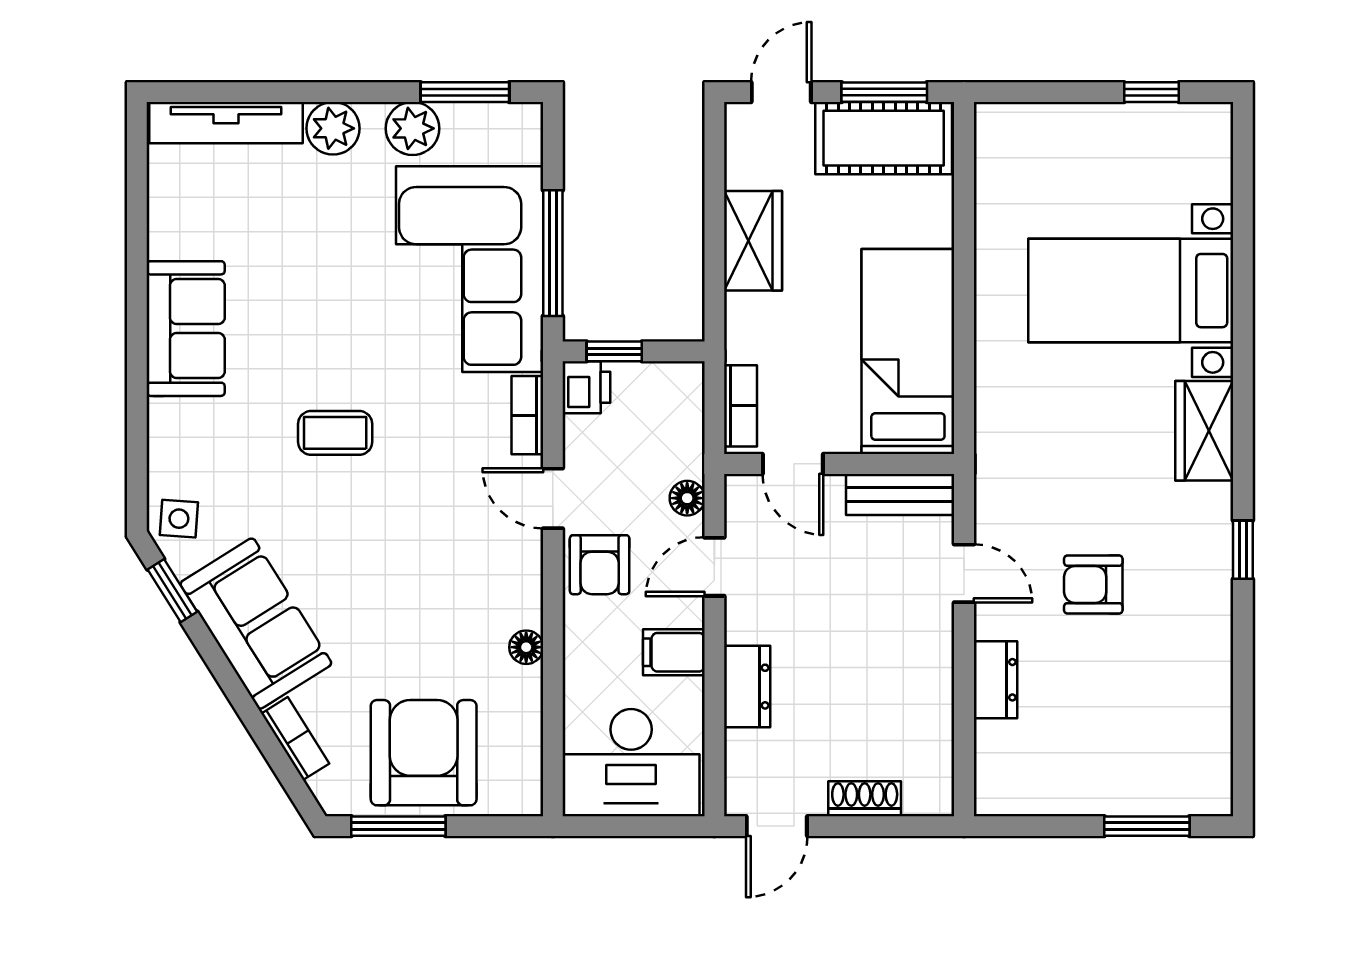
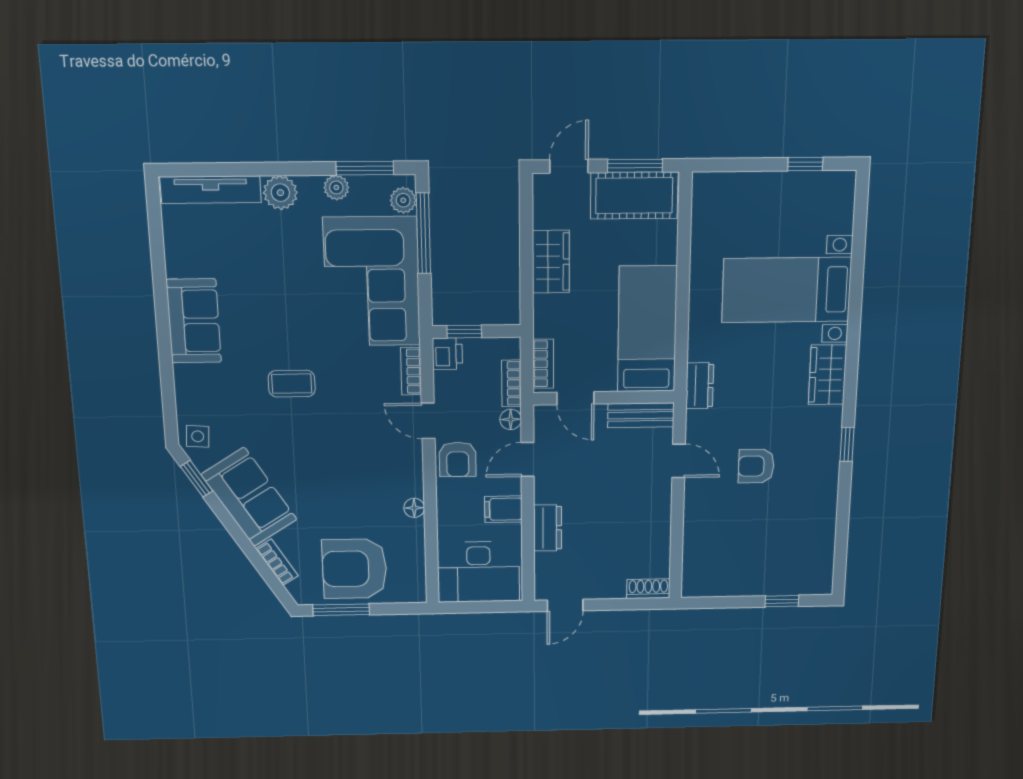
plant: (413, 128) -> (336, 187), width x0.73, depth x0.73
plant: (523, 142) -> (403, 200), added
window: (553, 253) -> (423, 233), moved
bookcase: (689, 438) -> (511, 383), added
dresser: (995, 680) -> (700, 386), moved
armchair: (424, 753) -> (354, 569), turned -90
shoe rack: (865, 799) -> (648, 589), moved
window: (1147, 826) -> (782, 601), width x0.67

